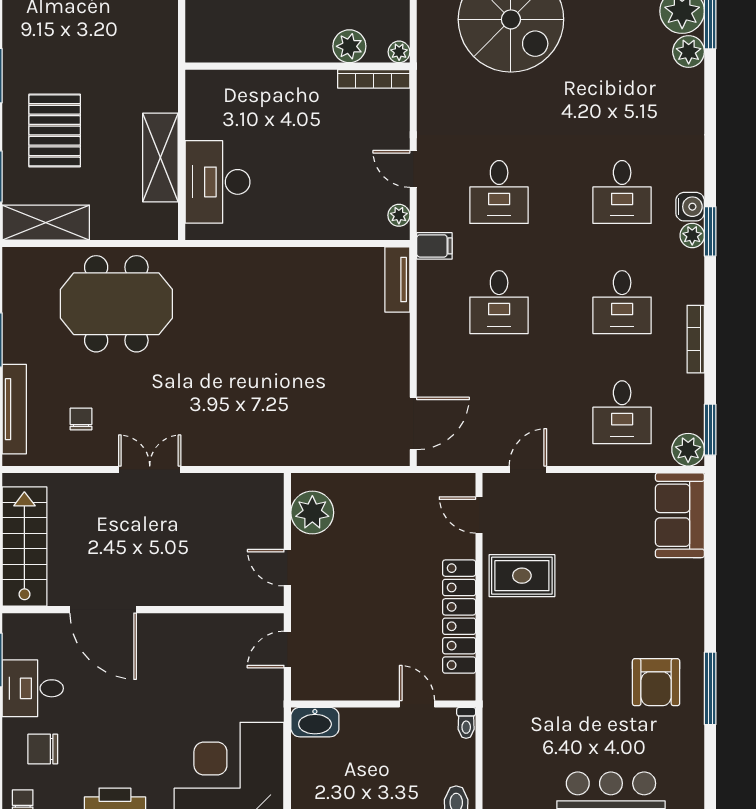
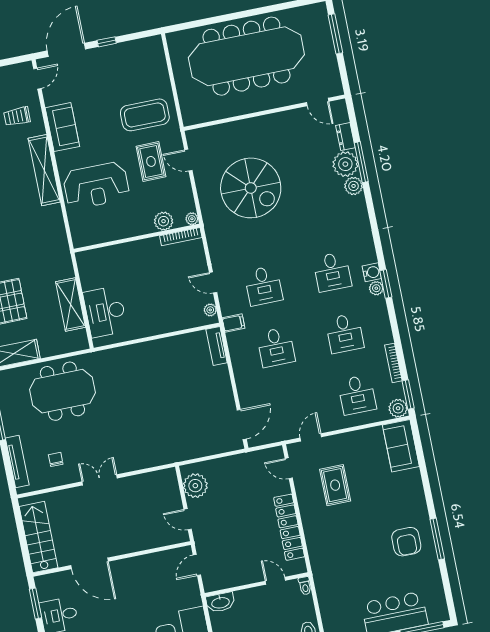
bookcase: (696, 339) -> (393, 363), moved
rug: (522, 576) -> (335, 485), moved, turned 90

